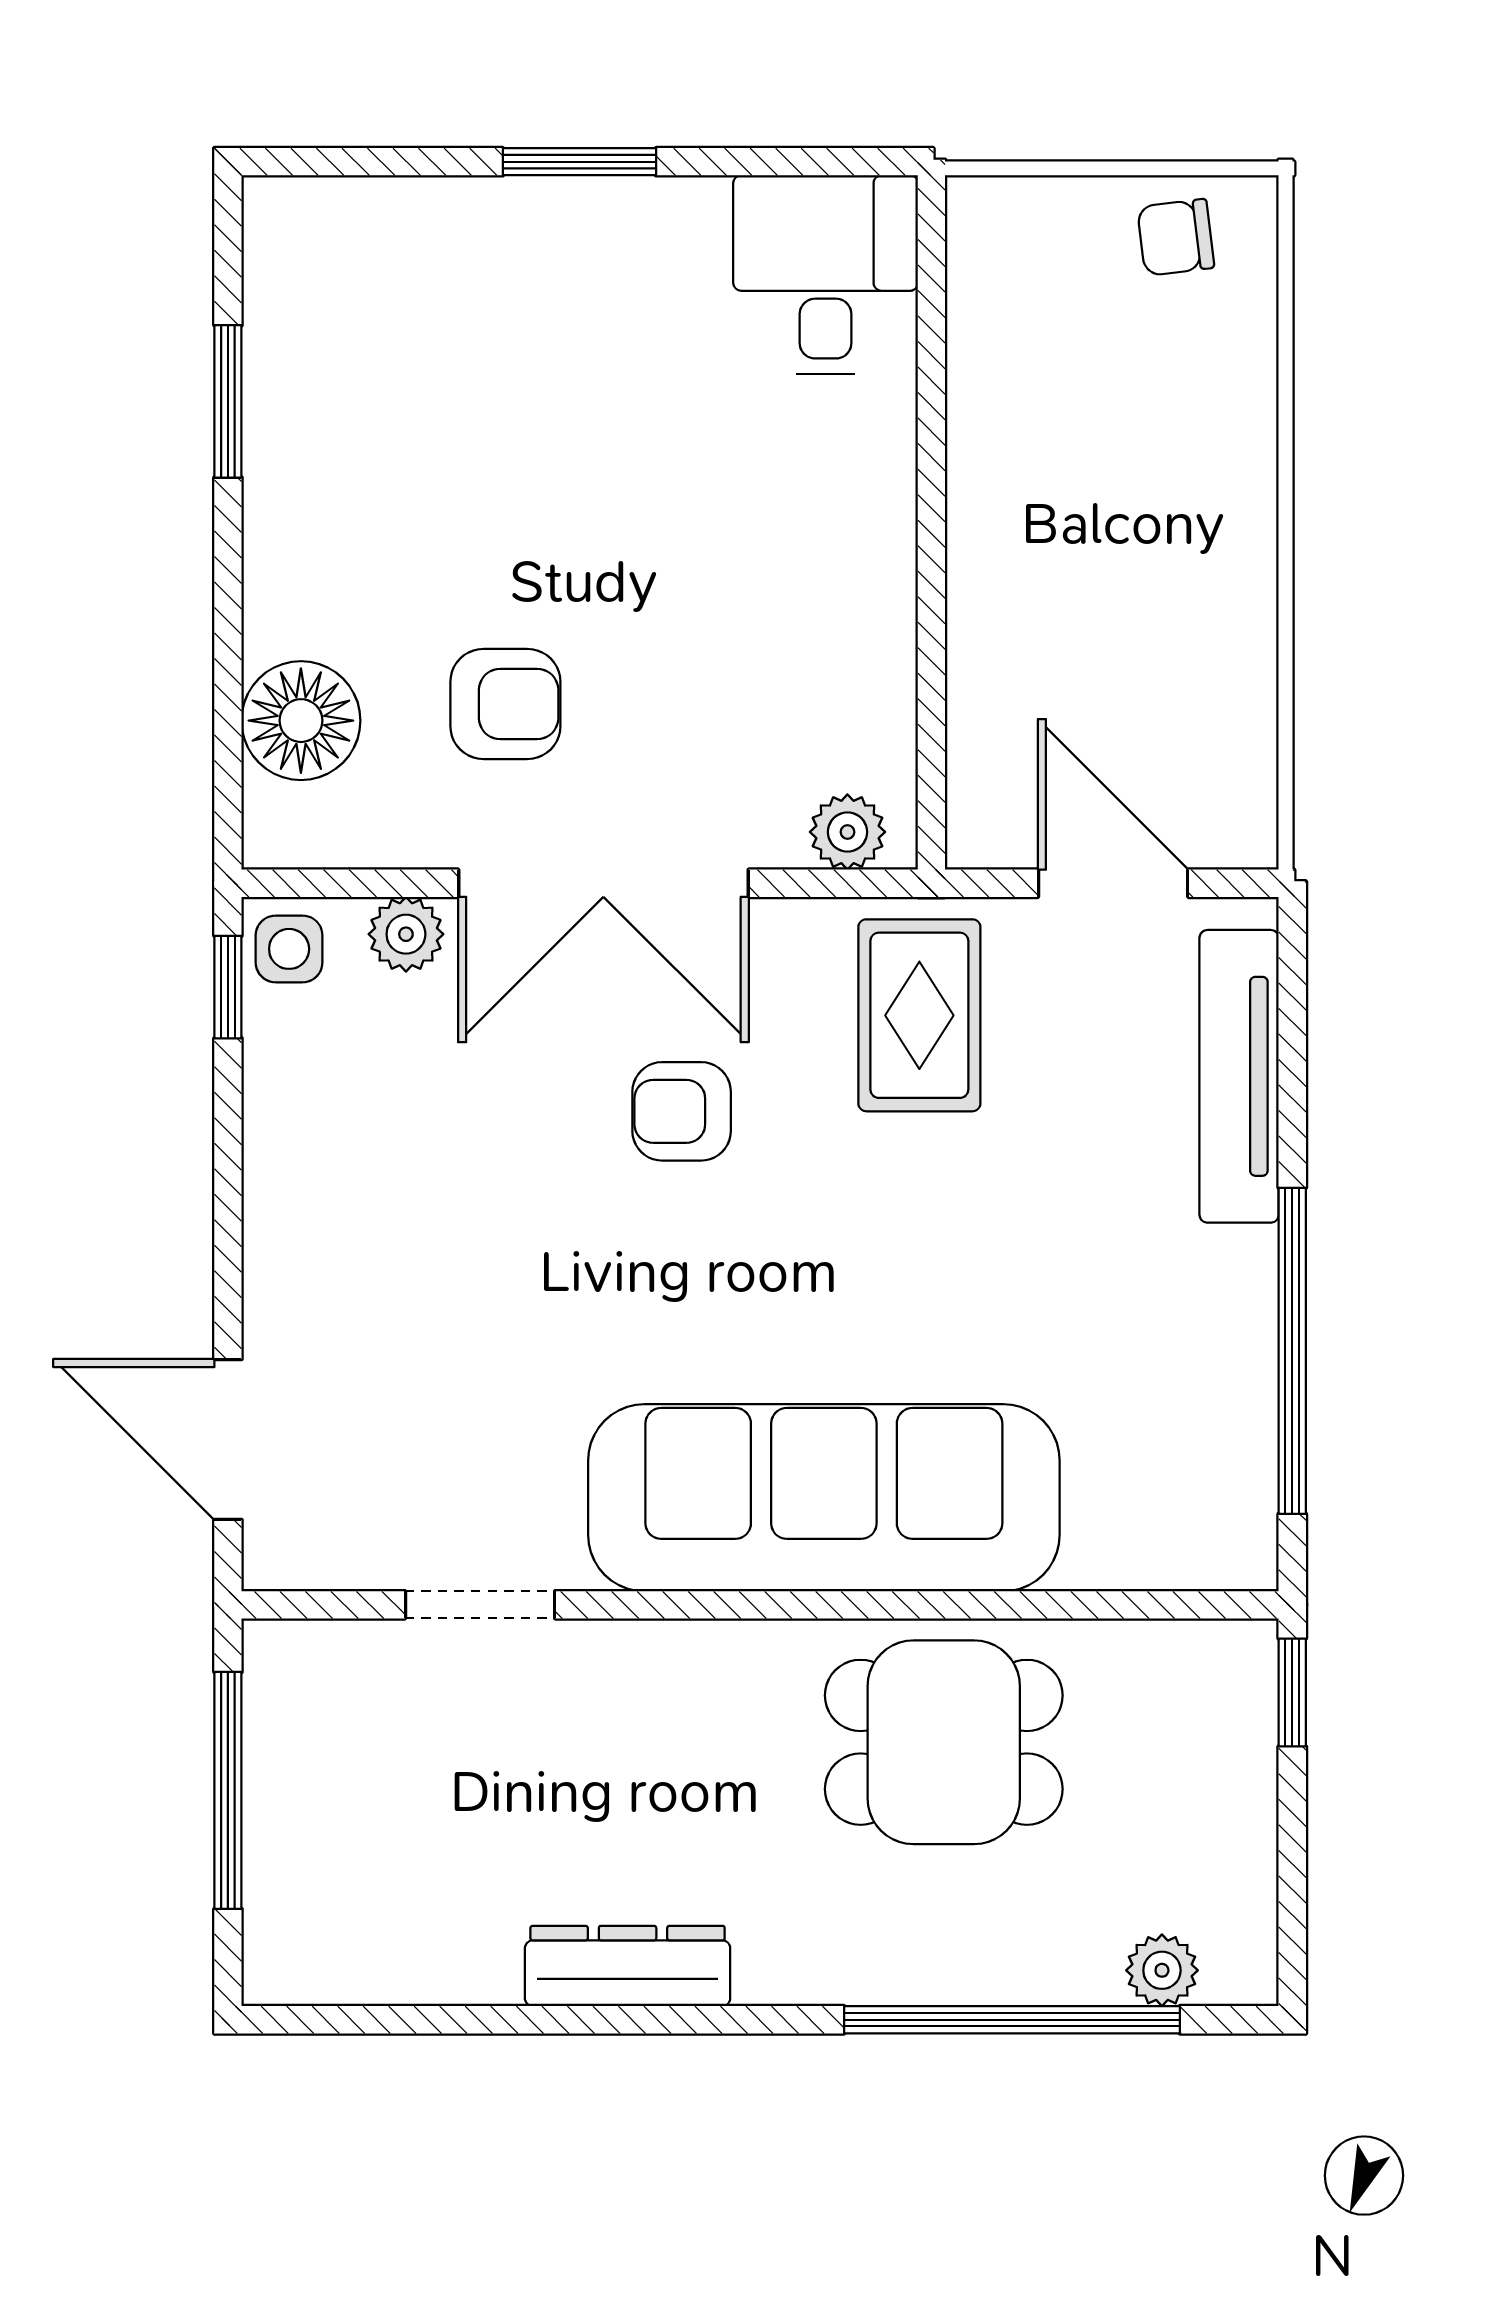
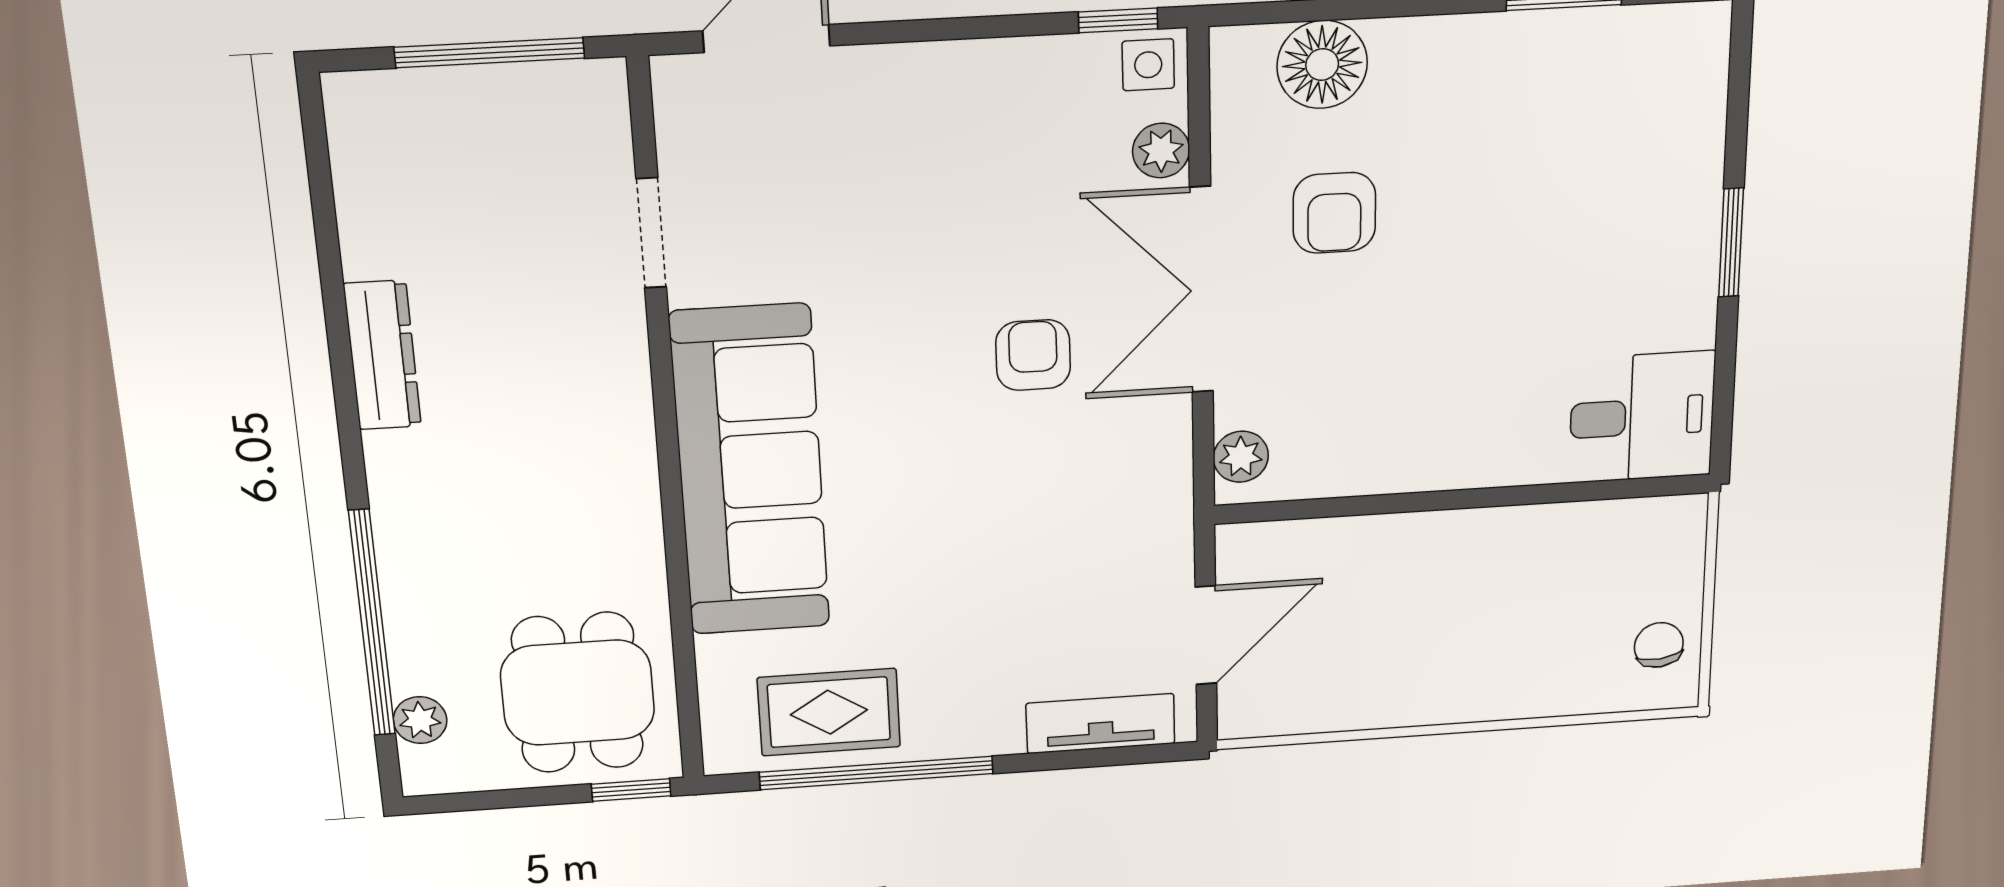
rug: (919, 1015) -> (829, 712), moved
tv unit: (1239, 1076) -> (1101, 724), width x0.71
dining table: (944, 1742) -> (578, 693), moved

